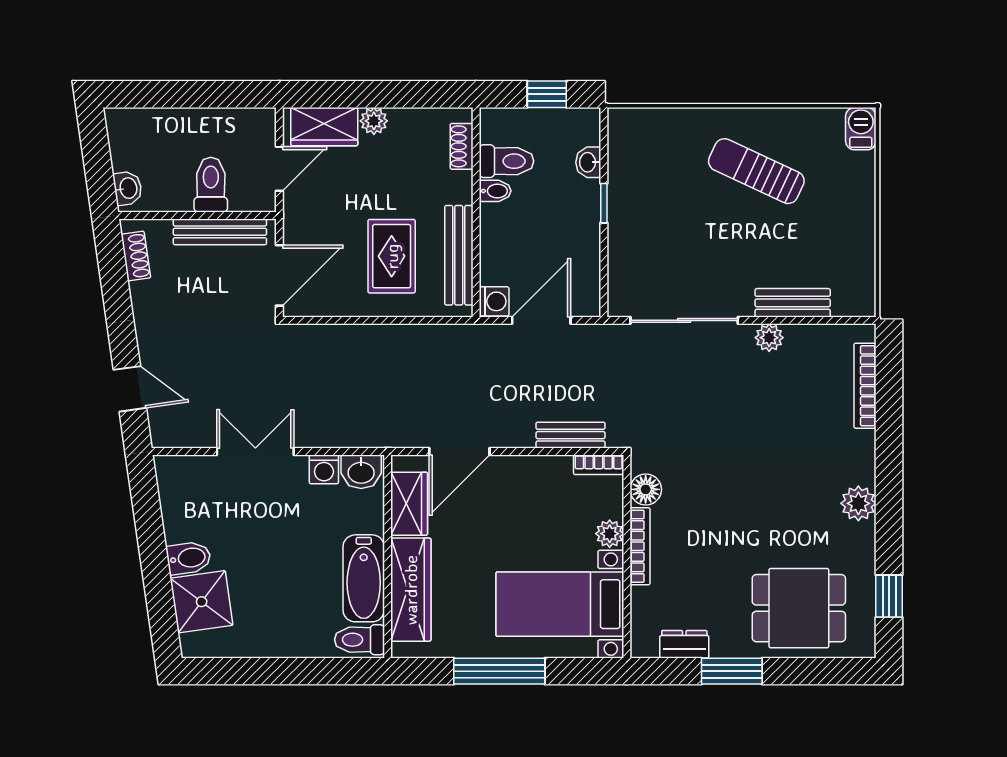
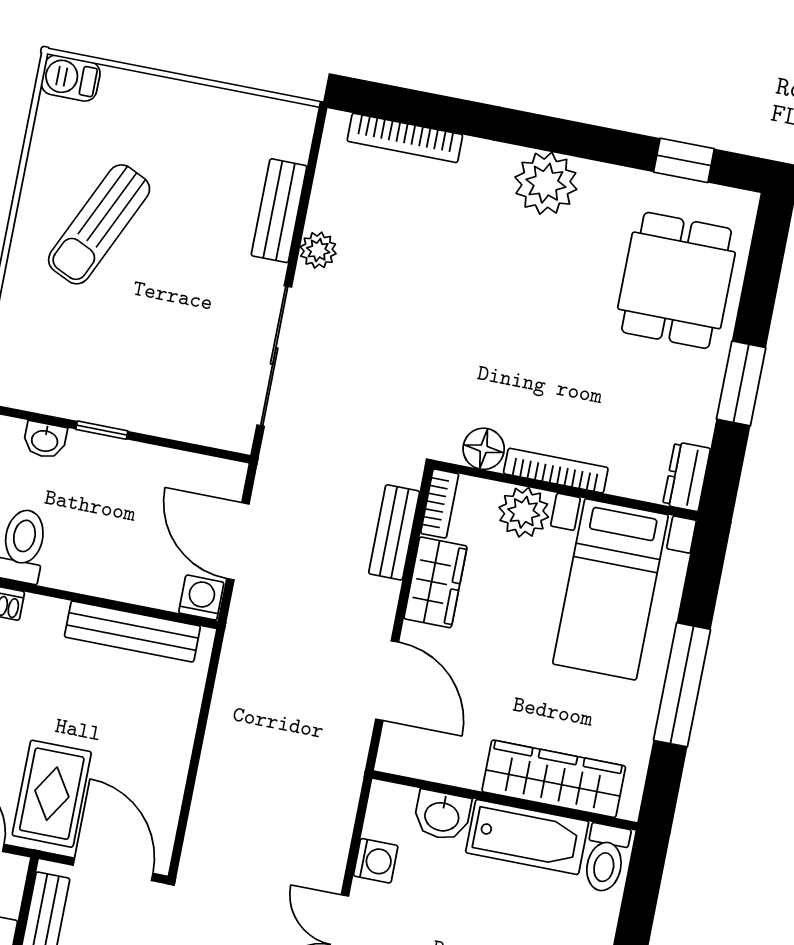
bidet: (495, 191) -> (58, 568), removed
rug: (392, 256) -> (52, 794), moved, turned 90
washbasin: (361, 472) -> (442, 815), moved, turned 90
plant: (858, 503) -> (546, 183), width x1.36, depth x1.36
wardrobe: (409, 504) -> (435, 582), moved, turned 90
plant: (610, 534) -> (524, 512), width x1.38, depth x1.38
dresser: (684, 644) -> (687, 477), moved

